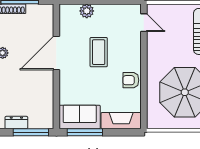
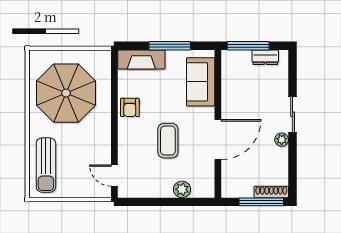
armchair: (131, 80) -> (130, 107), turned 90
sofa: (80, 117) -> (201, 82), moved, turned 90
window: (85, 132) -> (170, 46), moved

